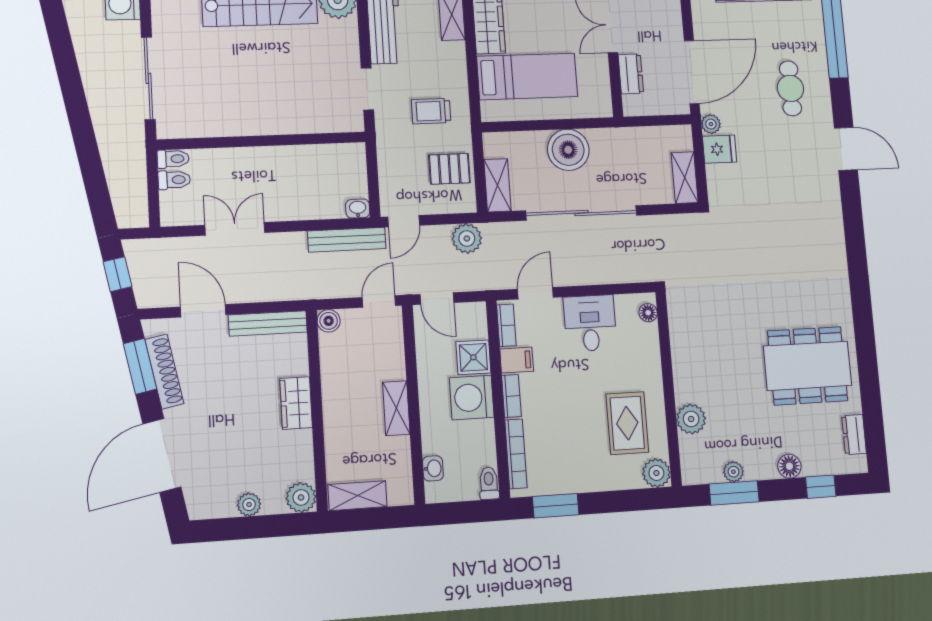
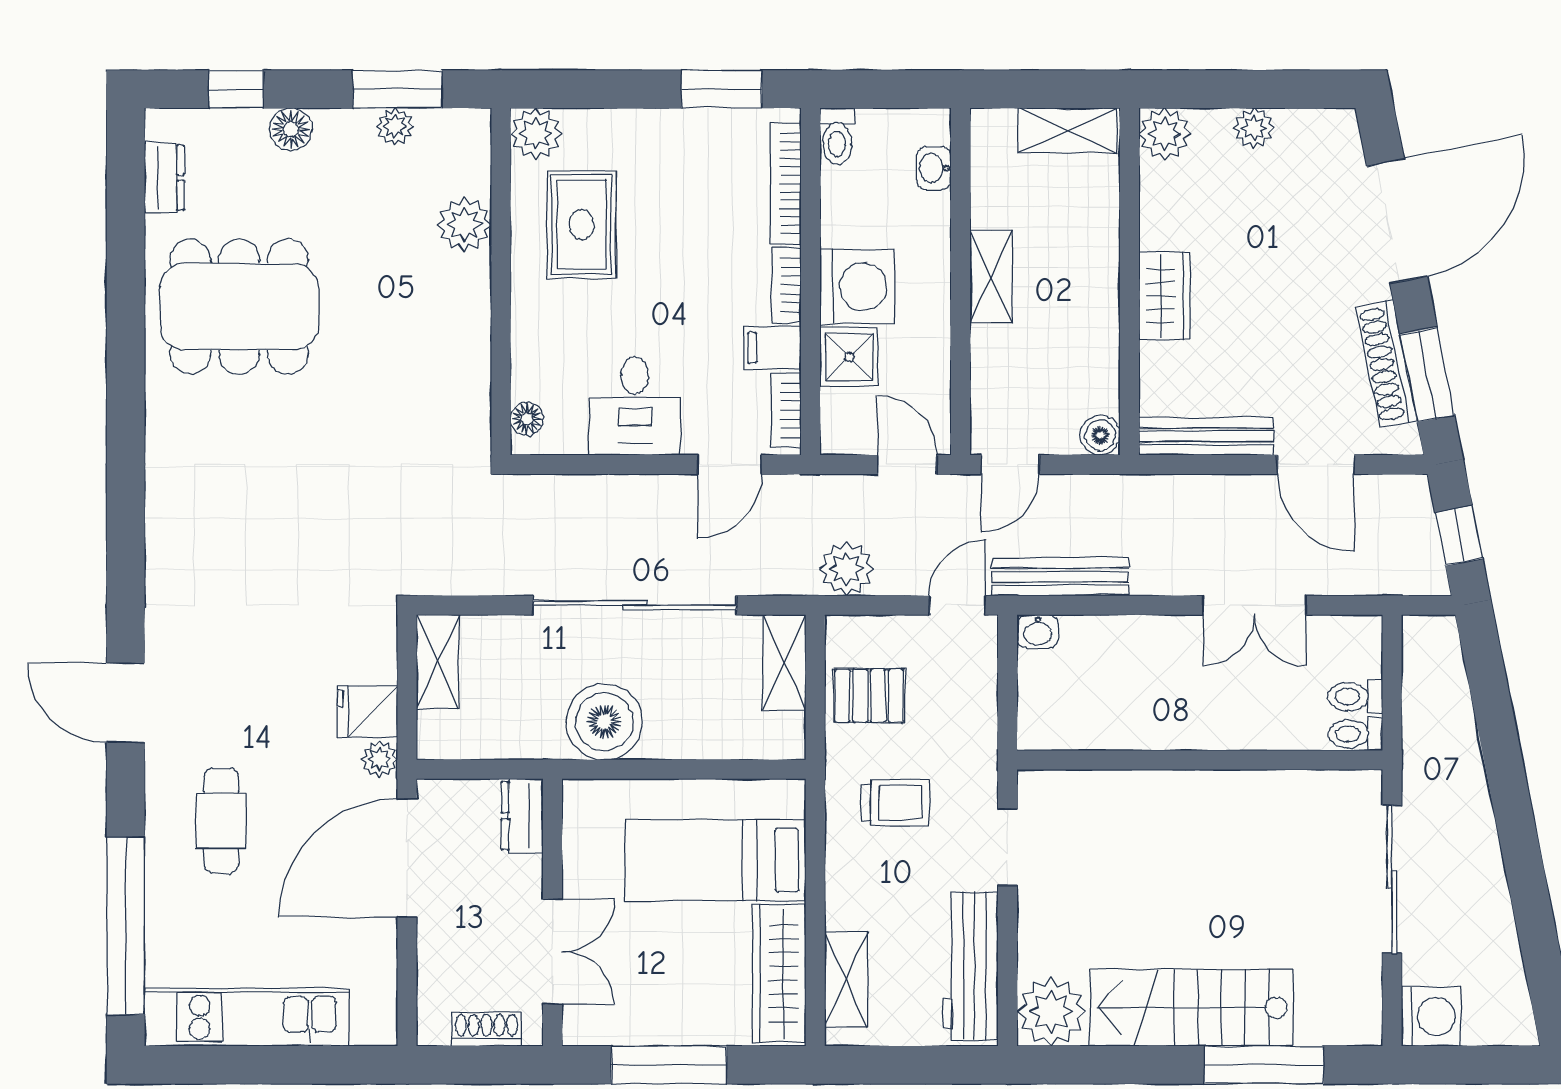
dresser: (631, 74) -> (522, 816), moved
boiler: (568, 150) -> (604, 722), moved

